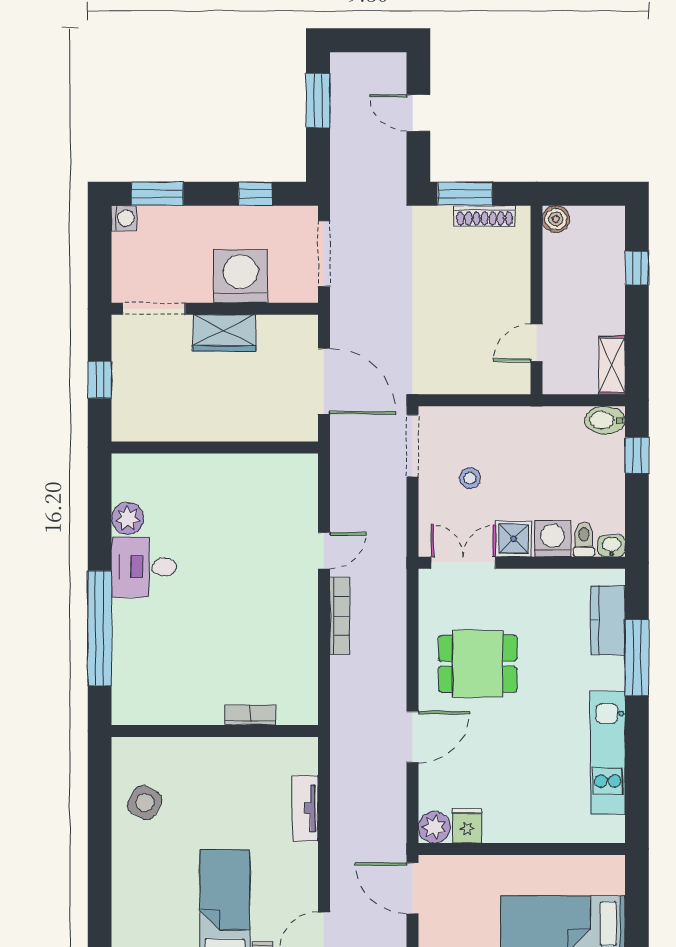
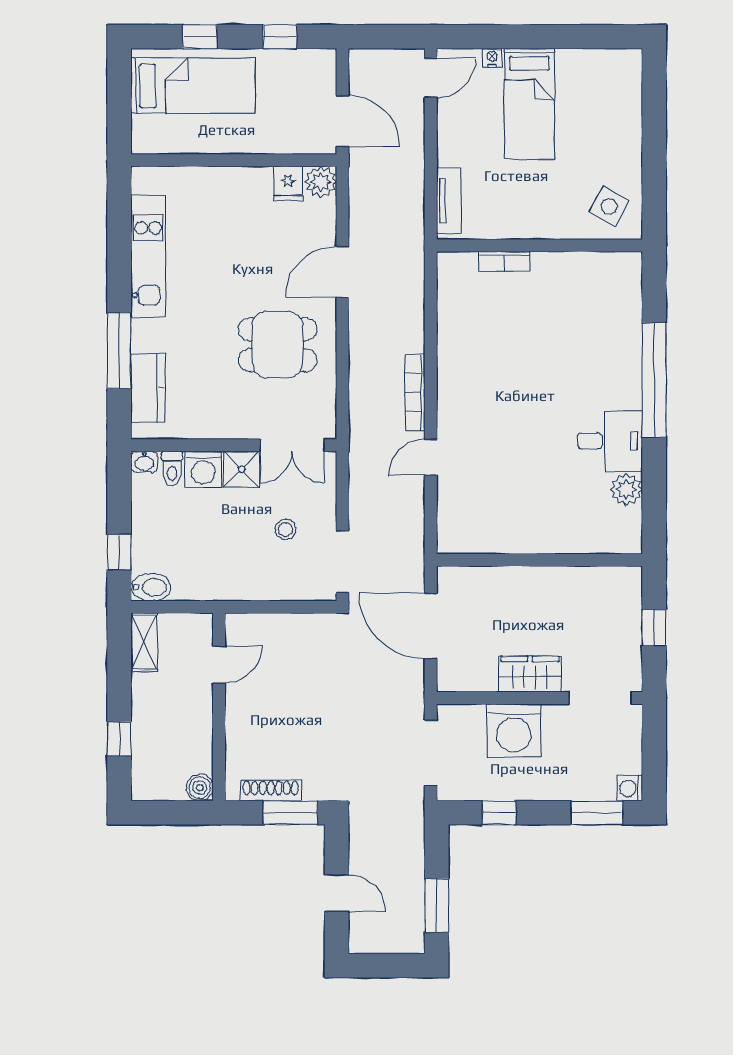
bookcase: (250, 715) -> (504, 261), moved
wall: (215, 731) -> (539, 245), moved

